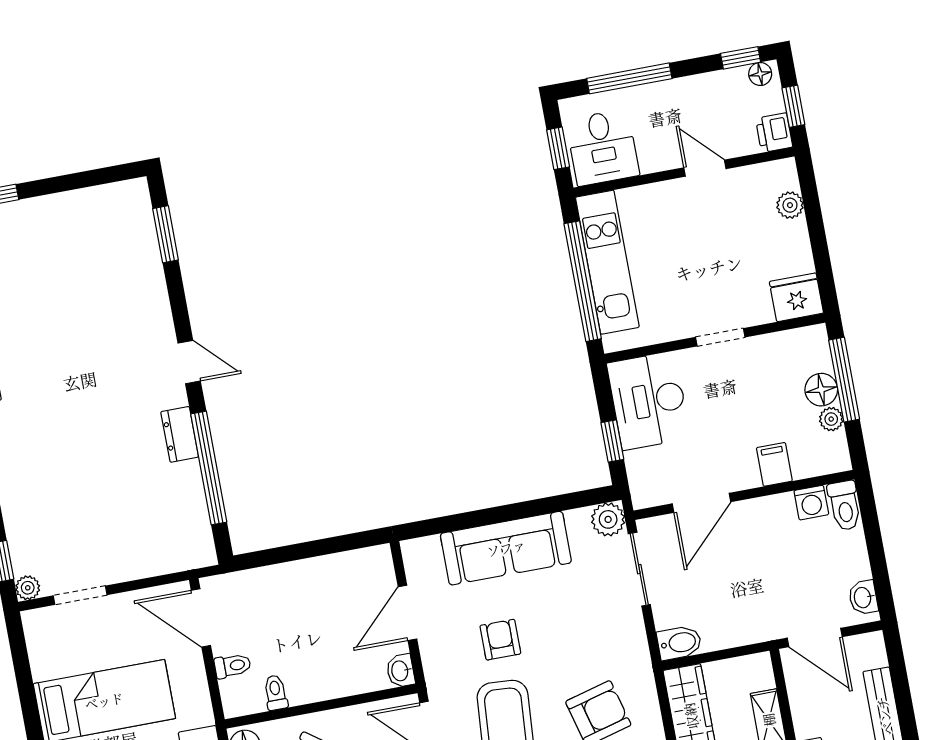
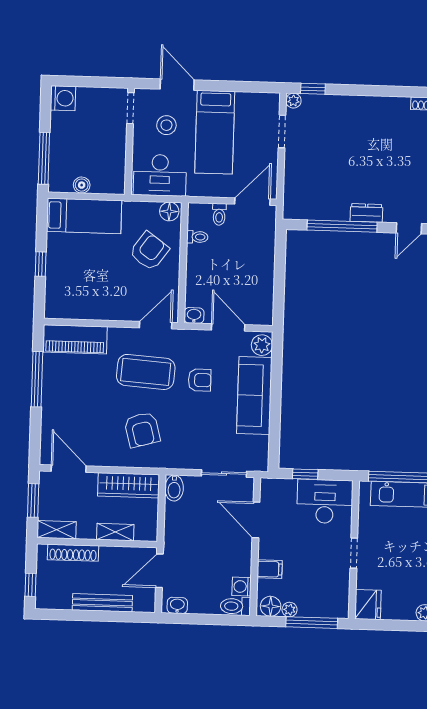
floor lamp: (821, 390) -> (271, 606), moved
plant: (608, 519) -> (262, 345), moved

